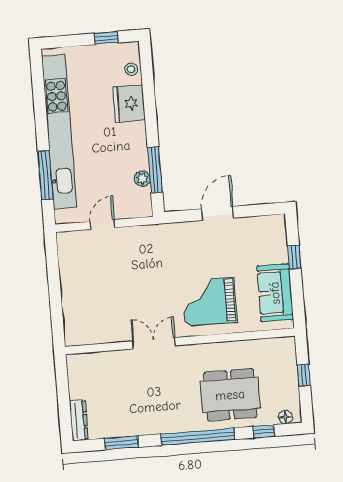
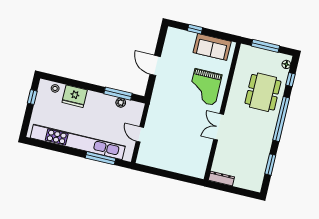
window: (304, 375) -> (265, 46), width x2.17
dresser: (79, 420) -> (221, 179), moved

